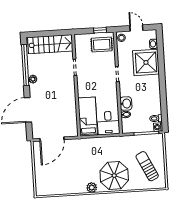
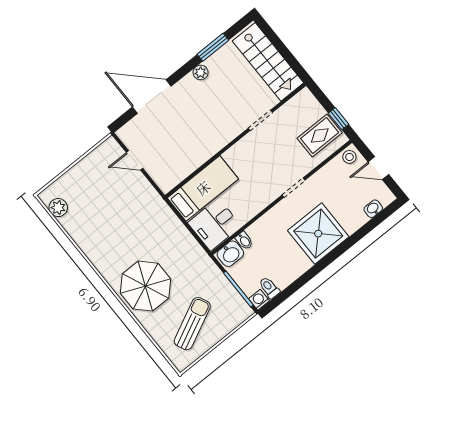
door: (136, 28) -> (378, 168), swing flipped
rug: (102, 45) -> (320, 135), turned 90
shower: (146, 62) -> (318, 234), moved
window: (25, 65) -> (213, 47), width x0.47
washbasin: (126, 104) -> (230, 254), moved
door: (52, 139) -> (135, 160), width x0.53
plant: (92, 188) -> (58, 208), moved

